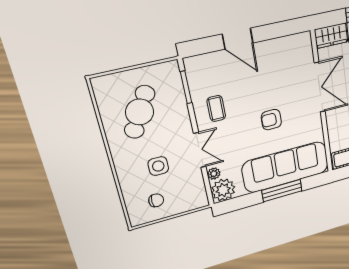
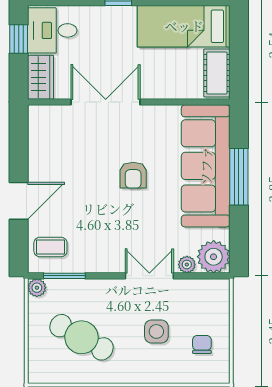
plant: (172, 68) -> (37, 288), added
coffee table: (216, 108) -> (50, 247), moved

